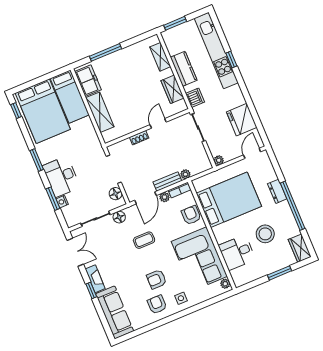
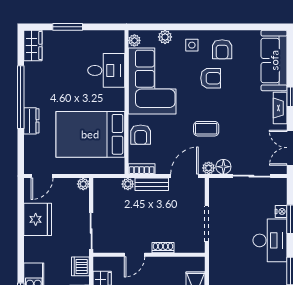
floor lamp: (116, 194) -> (216, 195), removed
plant: (165, 197) -> (209, 168), moved
stool: (265, 234) -> (65, 78), removed
plant: (204, 296) -> (165, 37), added

